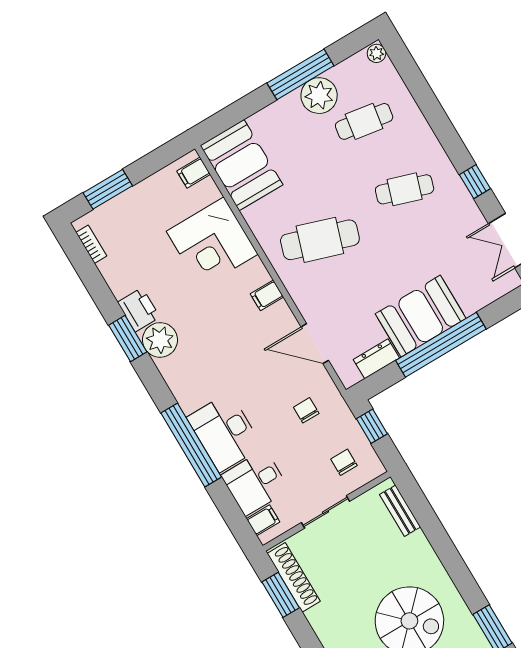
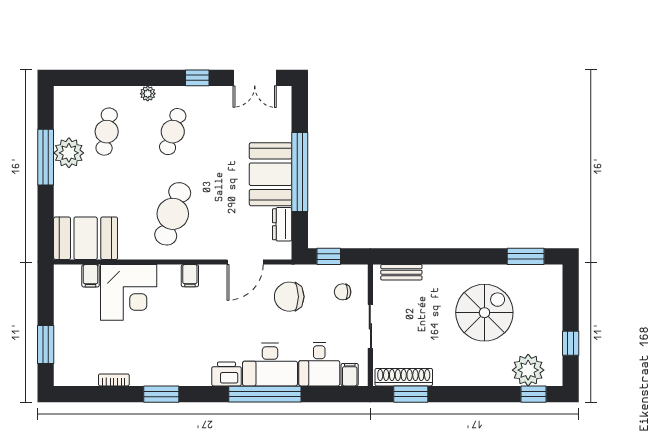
plant: (377, 53) -> (148, 94), moved
filing cabinet: (194, 173) -> (91, 276), moved
bookcase: (91, 244) -> (114, 380), moved
printer: (139, 310) -> (226, 374), moved
plant: (160, 340) -> (176, 371), removed
chair: (306, 410) -> (289, 297), width x1.87, depth x1.87

